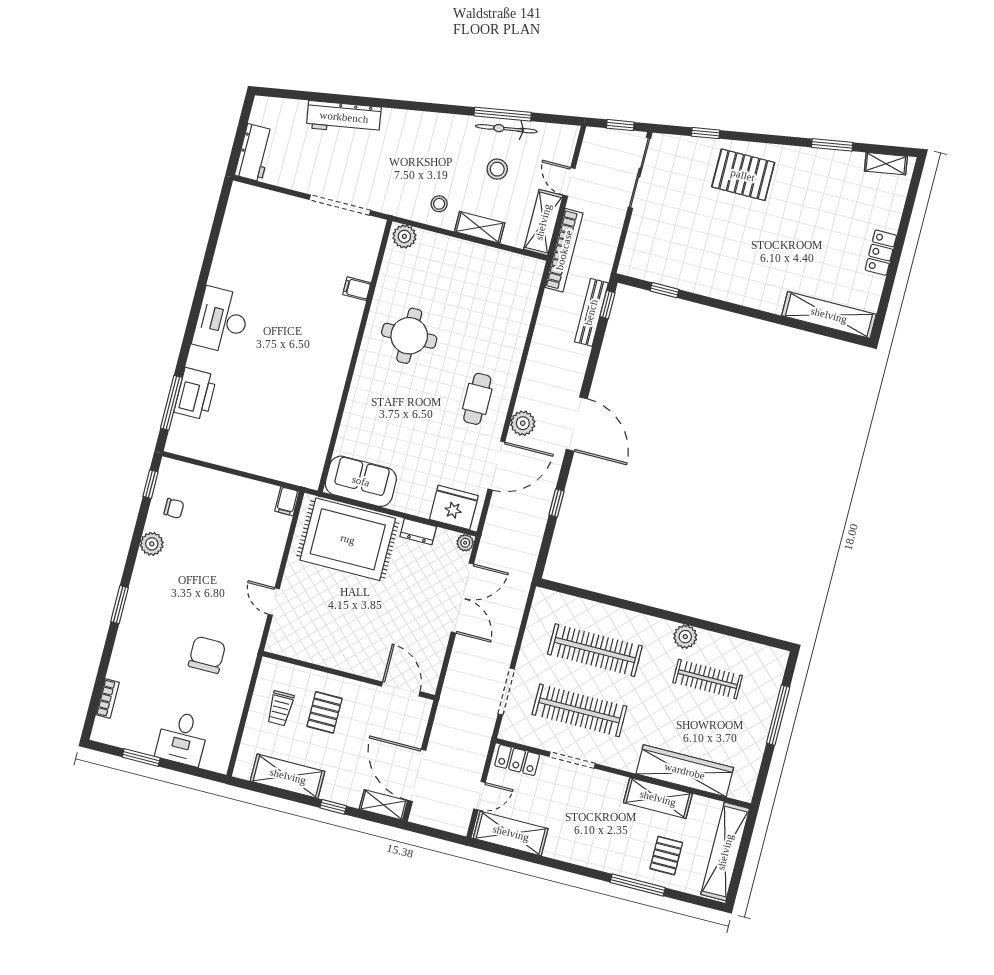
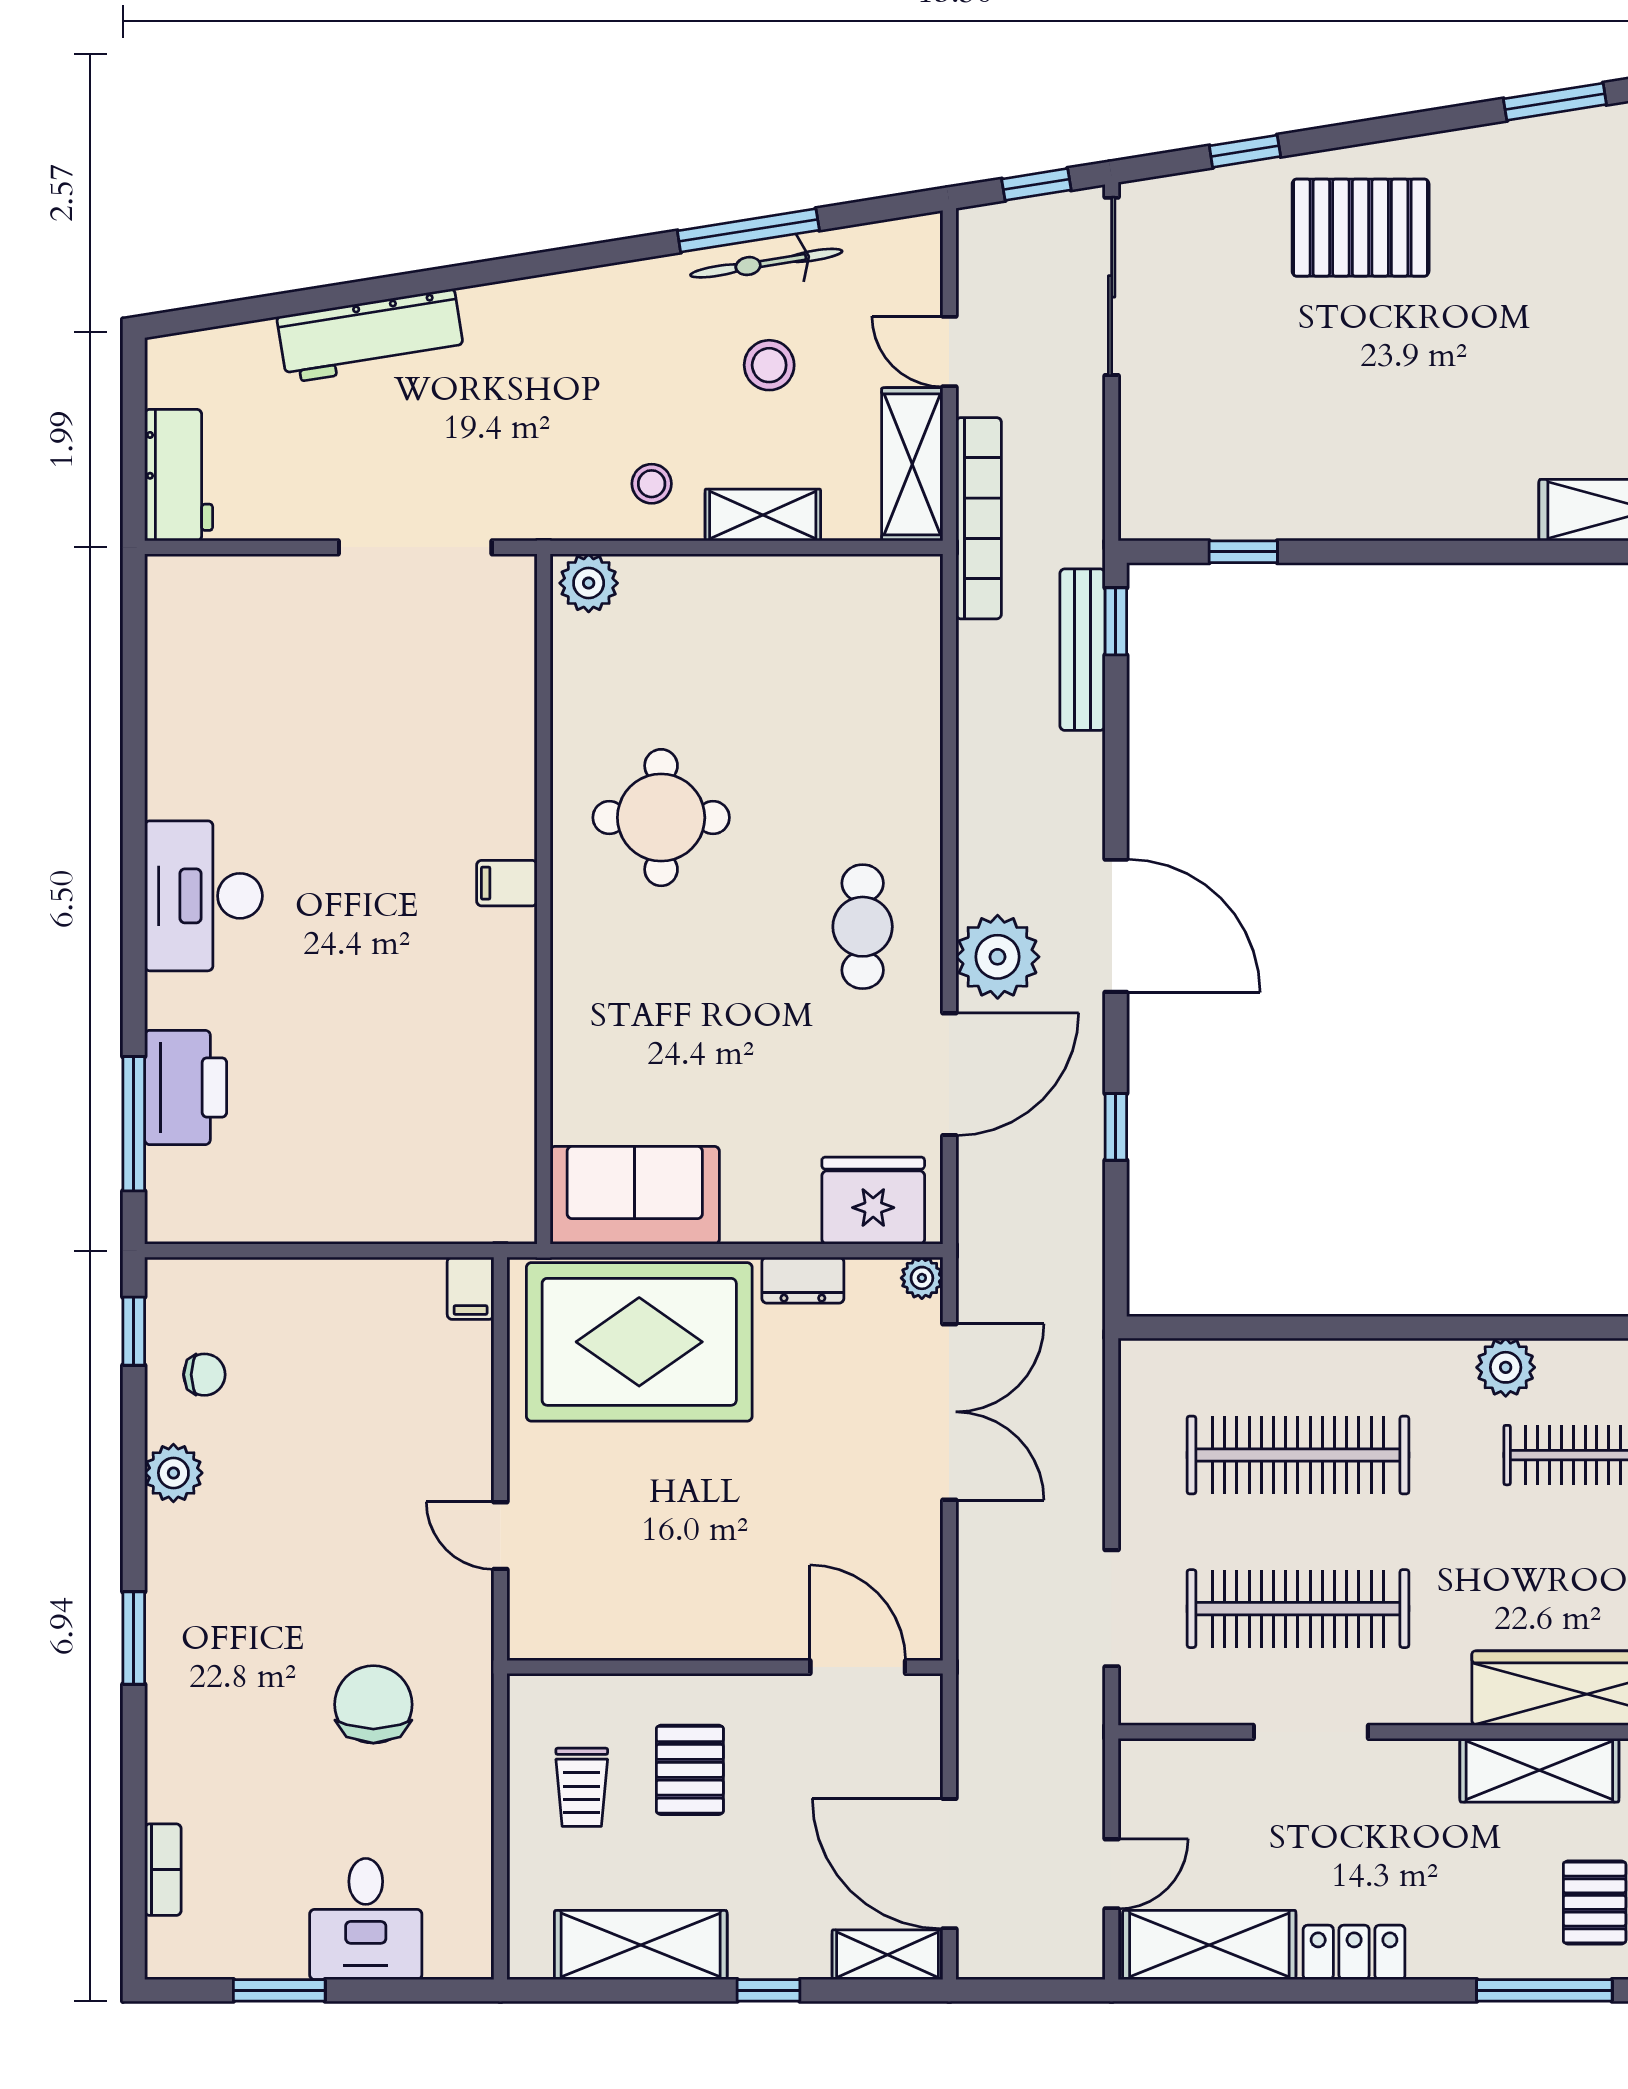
filing cabinet: (357, 289) -> (507, 883), moved
plant: (523, 423) -> (998, 957), width x1.36, depth x1.36
locker: (517, 760) -> (1354, 1952), moved, turned 180

